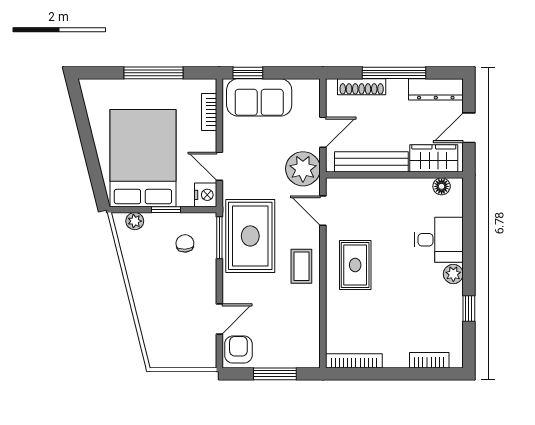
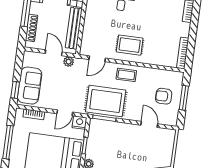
plant: (303, 169) -> (69, 62), width x0.53, depth x0.53
chair: (185, 243) -> (105, 138), removed
armchair: (238, 350) -> (164, 96), moved

